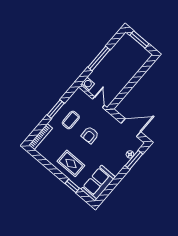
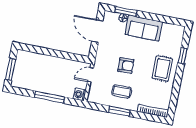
sofa: (98, 183) -> (144, 28), moved

